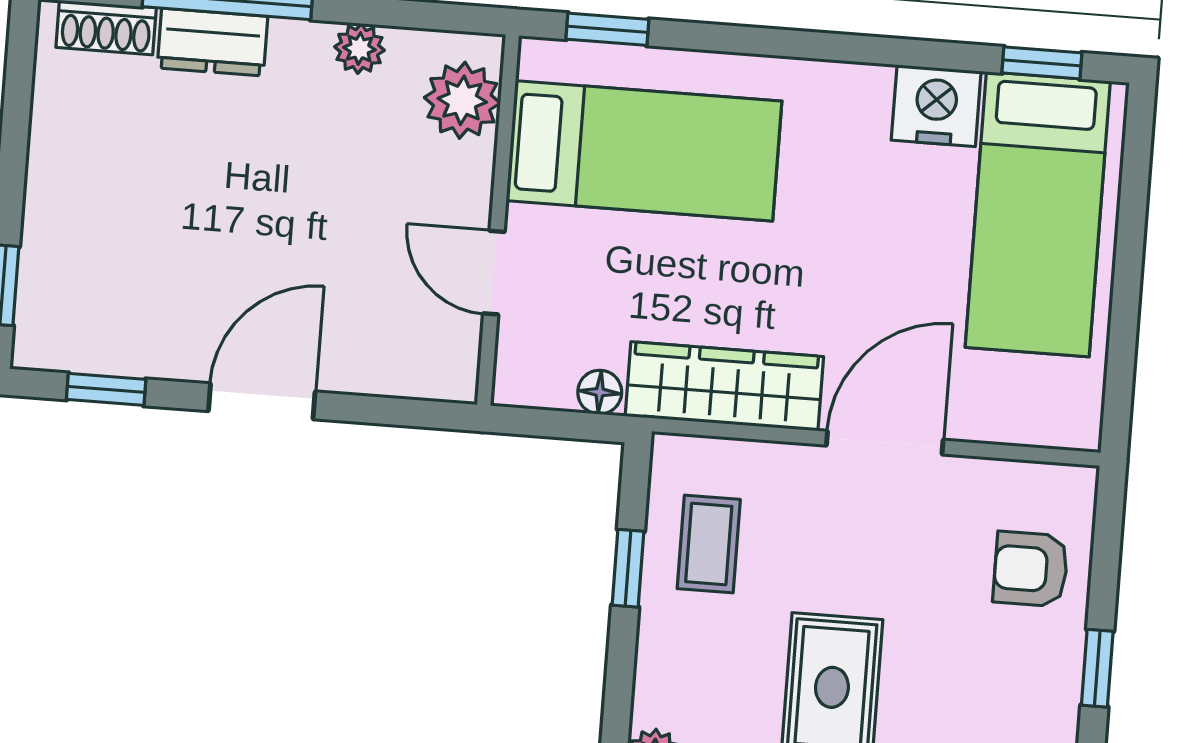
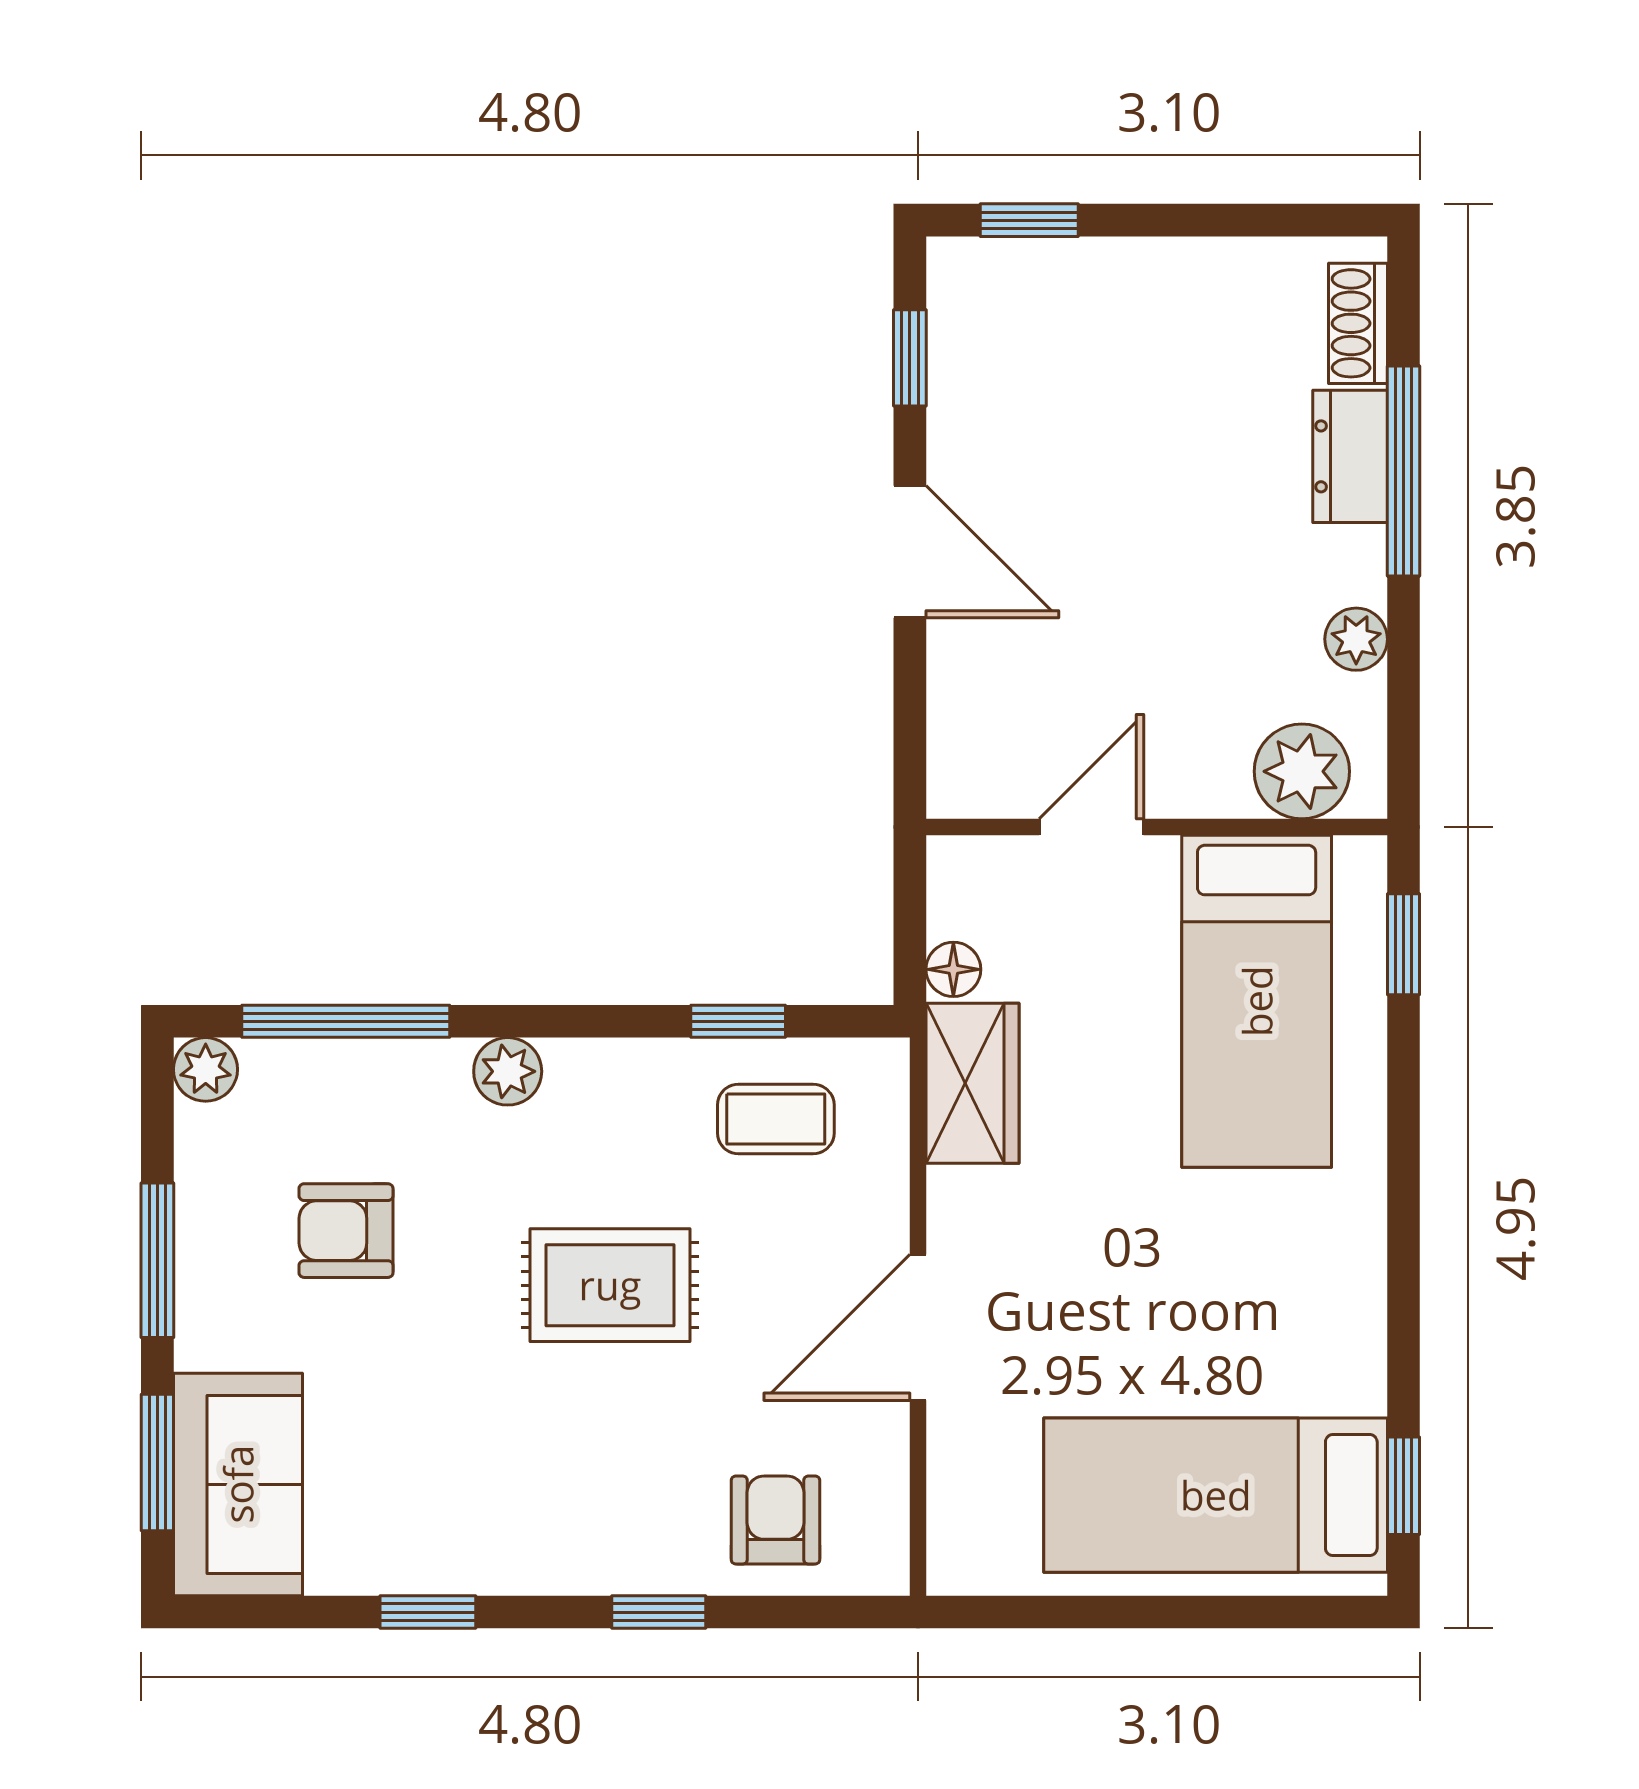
nightstand: (936, 106) -> (1340, 1359), removed
wardrobe: (724, 386) -> (973, 1083), width x0.67
door: (885, 443) -> (918, 1327), swing flipped

